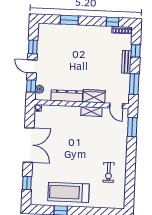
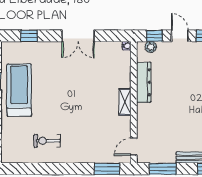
door: (32, 66) -> (180, 36), hinge flipped
wardrobe: (94, 96) -> (145, 118), removed
shelving: (91, 111) -> (125, 102), moved
double door: (29, 145) -> (78, 36), width x0.73

